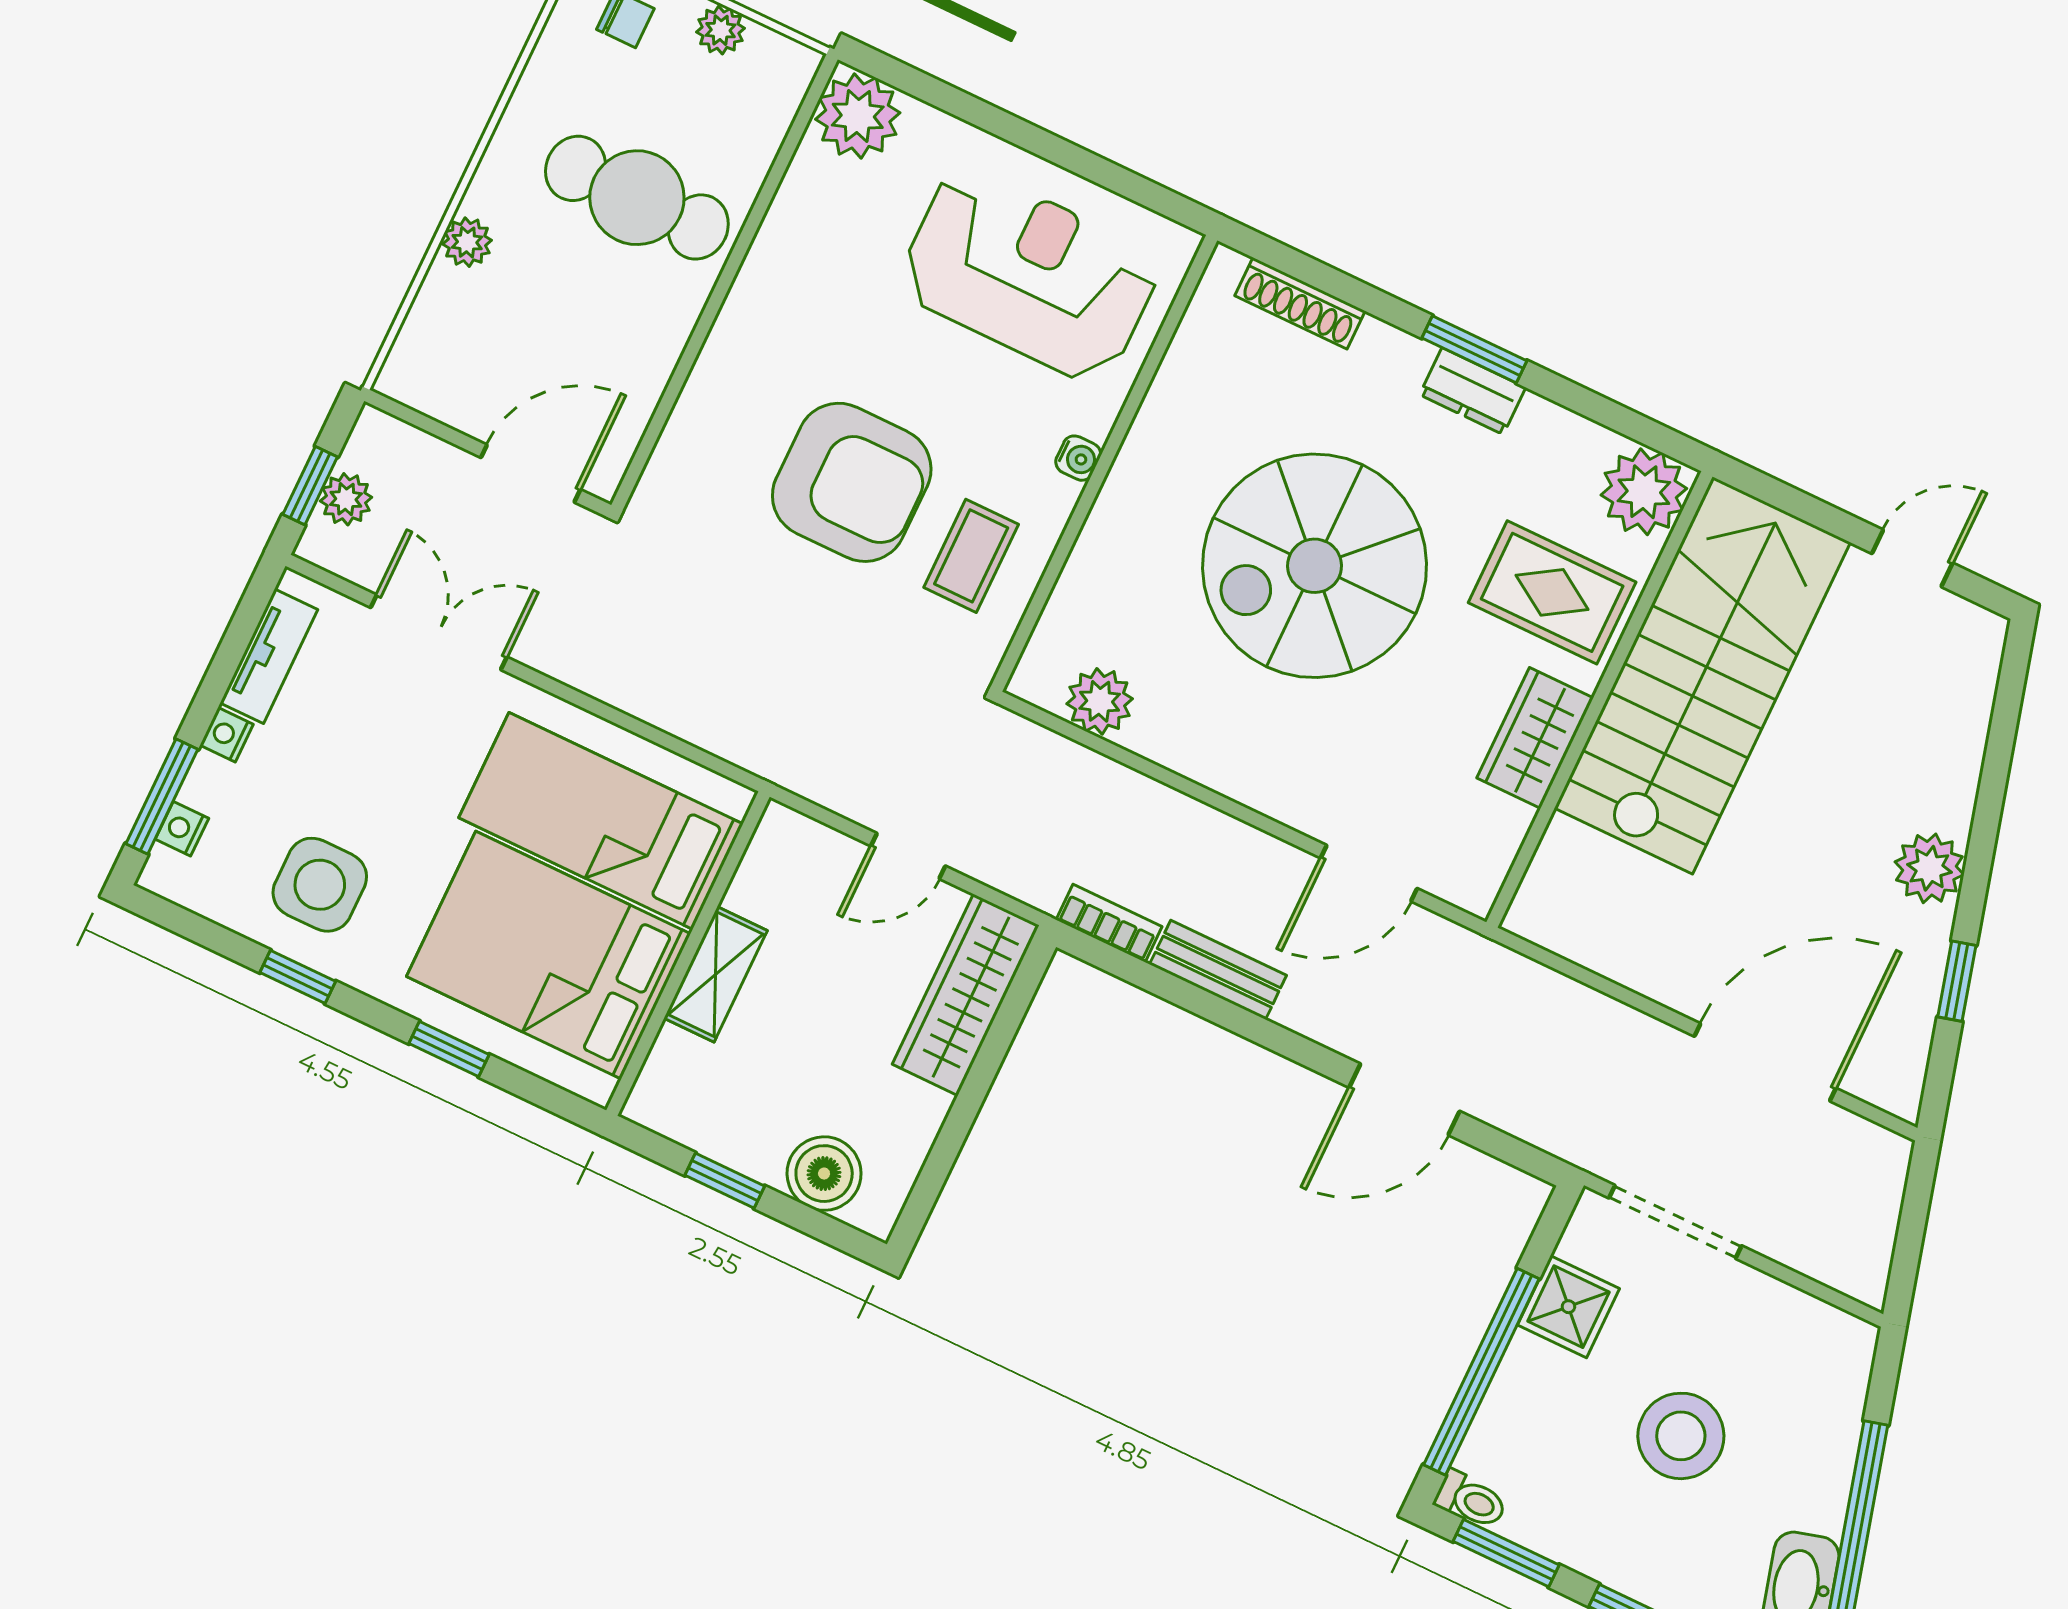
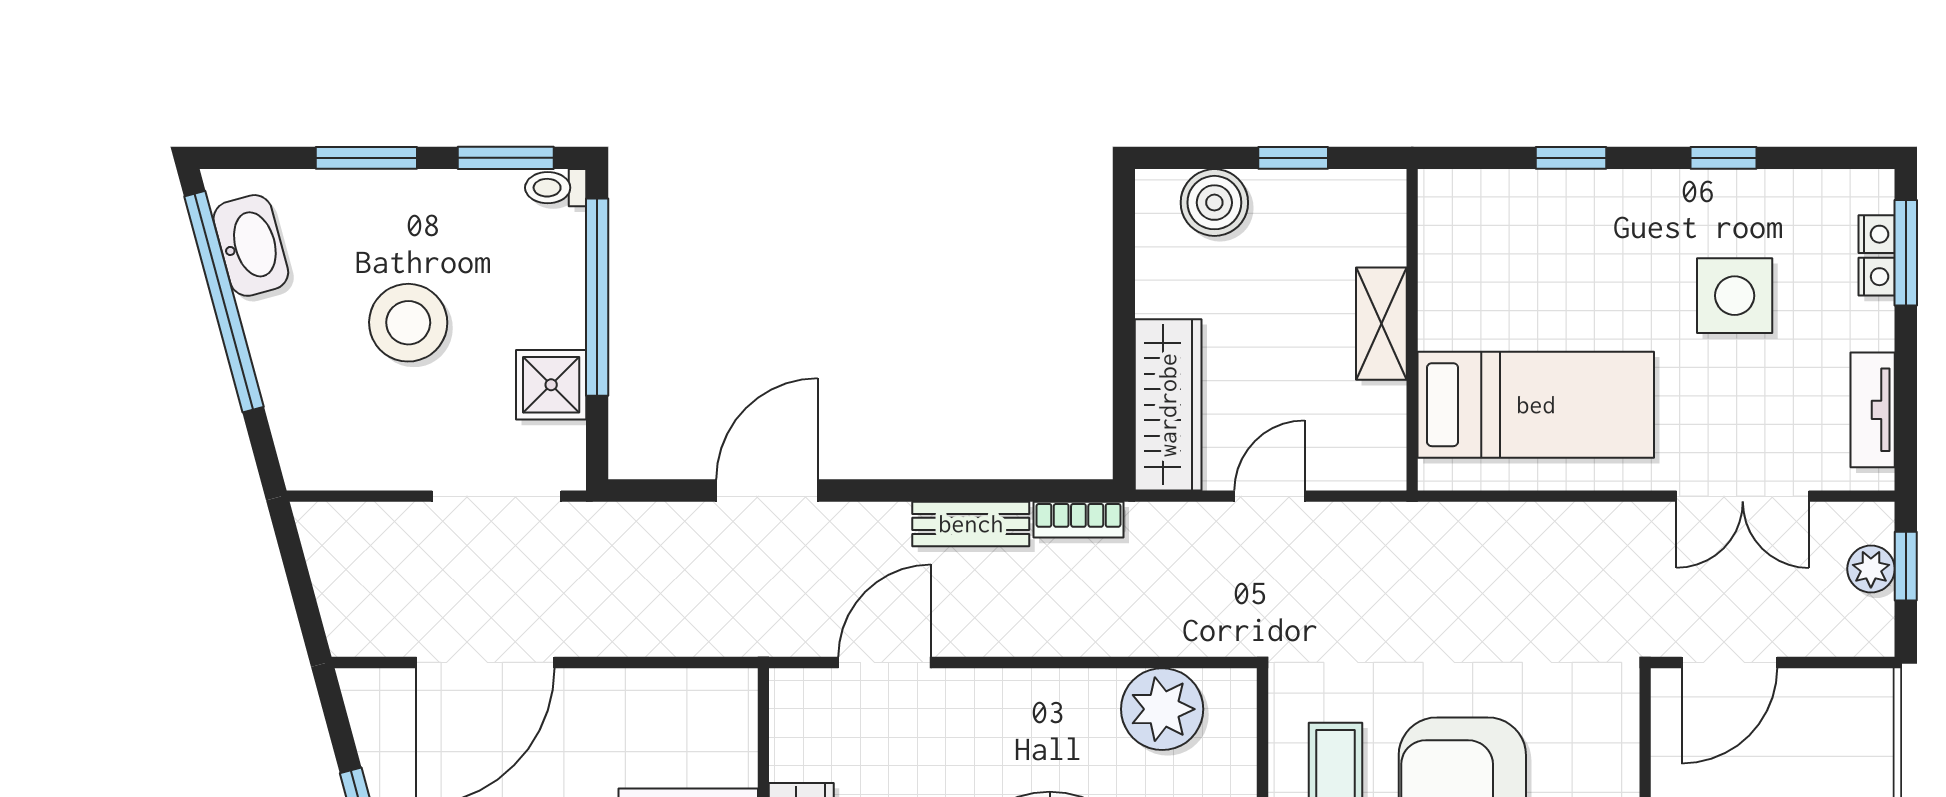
plant: (1100, 701) -> (1162, 709), width x1.36, depth x1.36
nightstand: (227, 735) -> (1877, 277), moved
side table: (320, 885) -> (1735, 296), moved
bed: (548, 955) -> (1526, 274), removed

